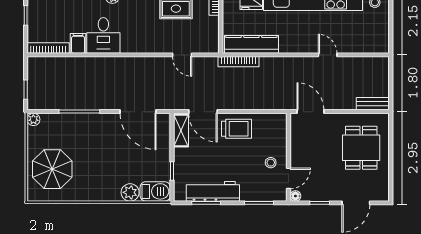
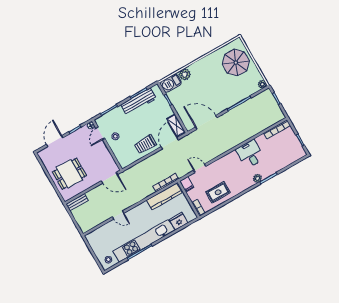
filing cabinet: (78, 43) -> (187, 184), moved
door: (203, 112) -> (170, 143), hinge flipped
dining table: (361, 148) -> (69, 174), turned 90

